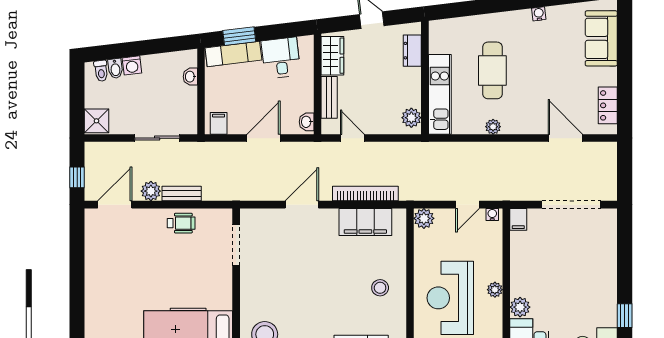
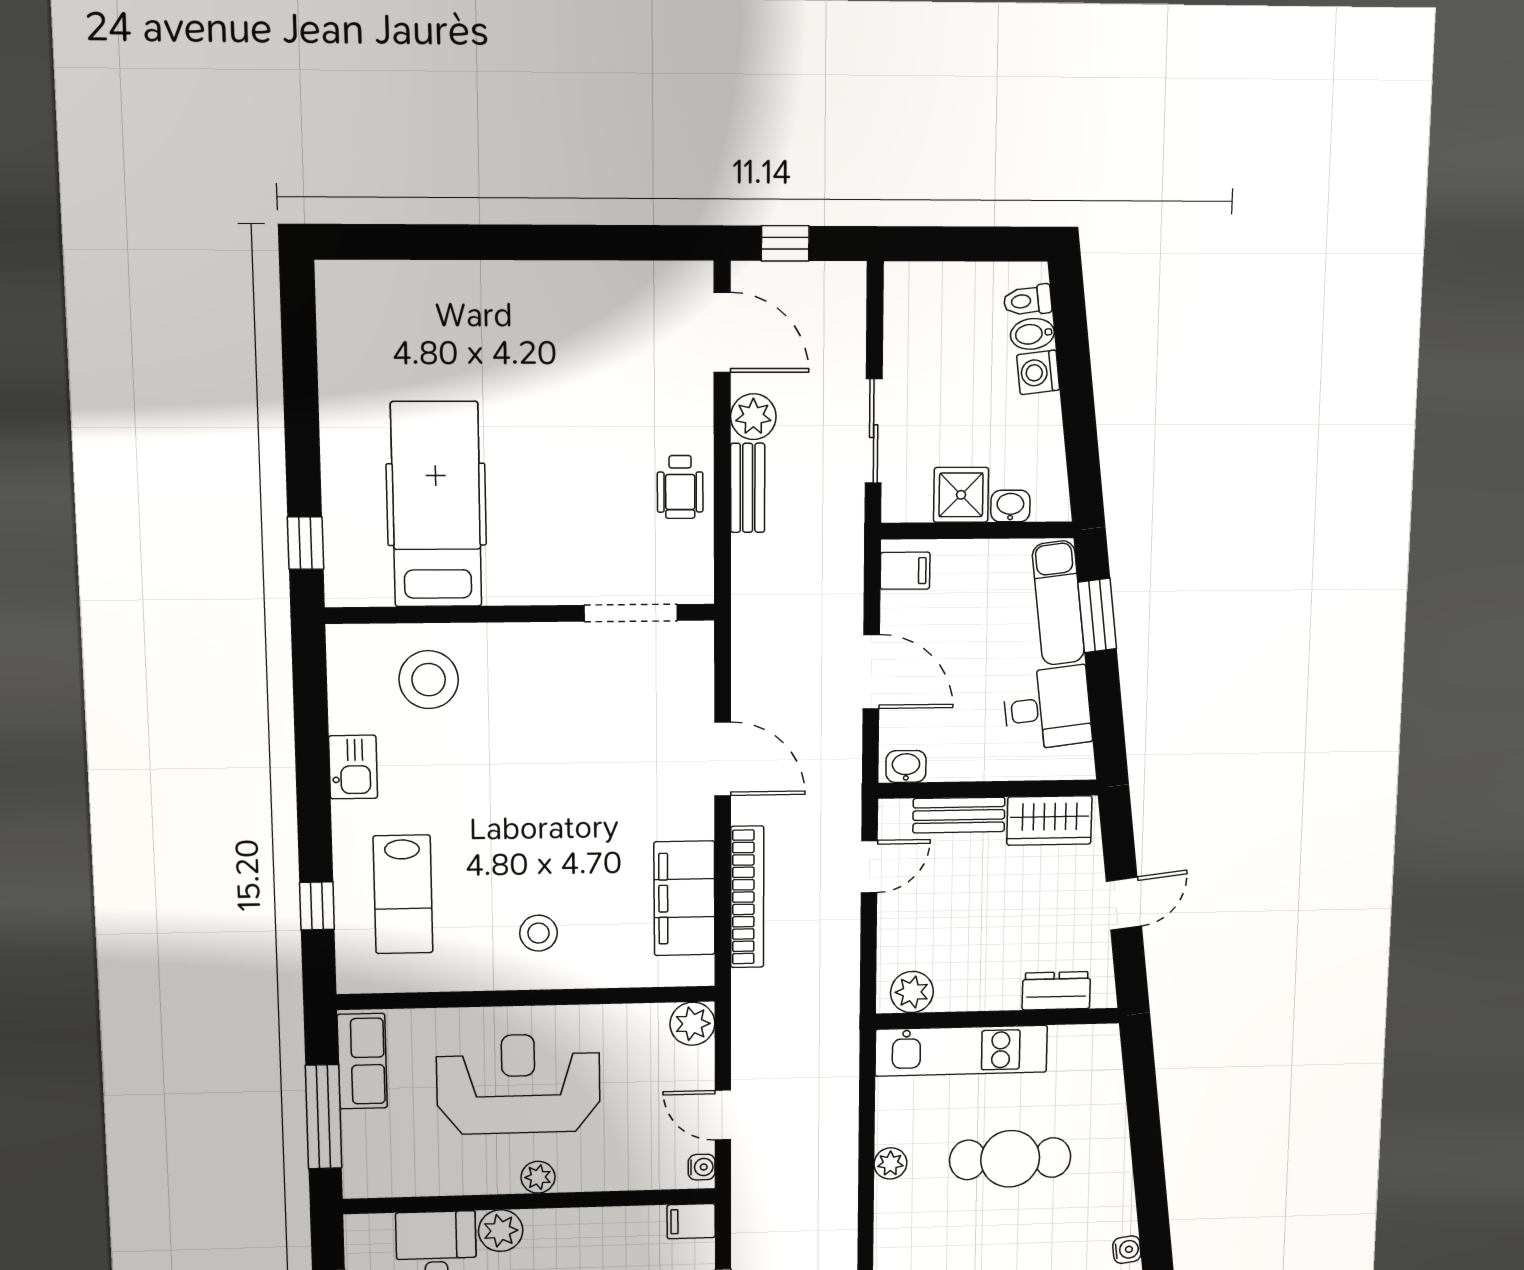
shower: (96, 121) -> (961, 495), moved

